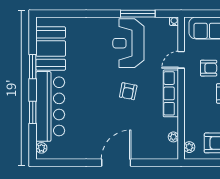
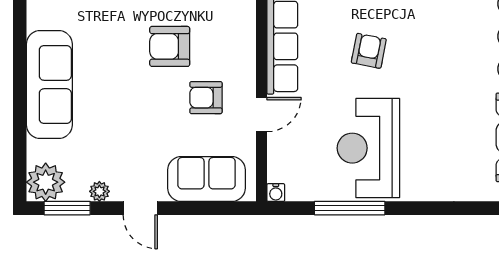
reception desk: (128, 43) -> (368, 148), turned 180

